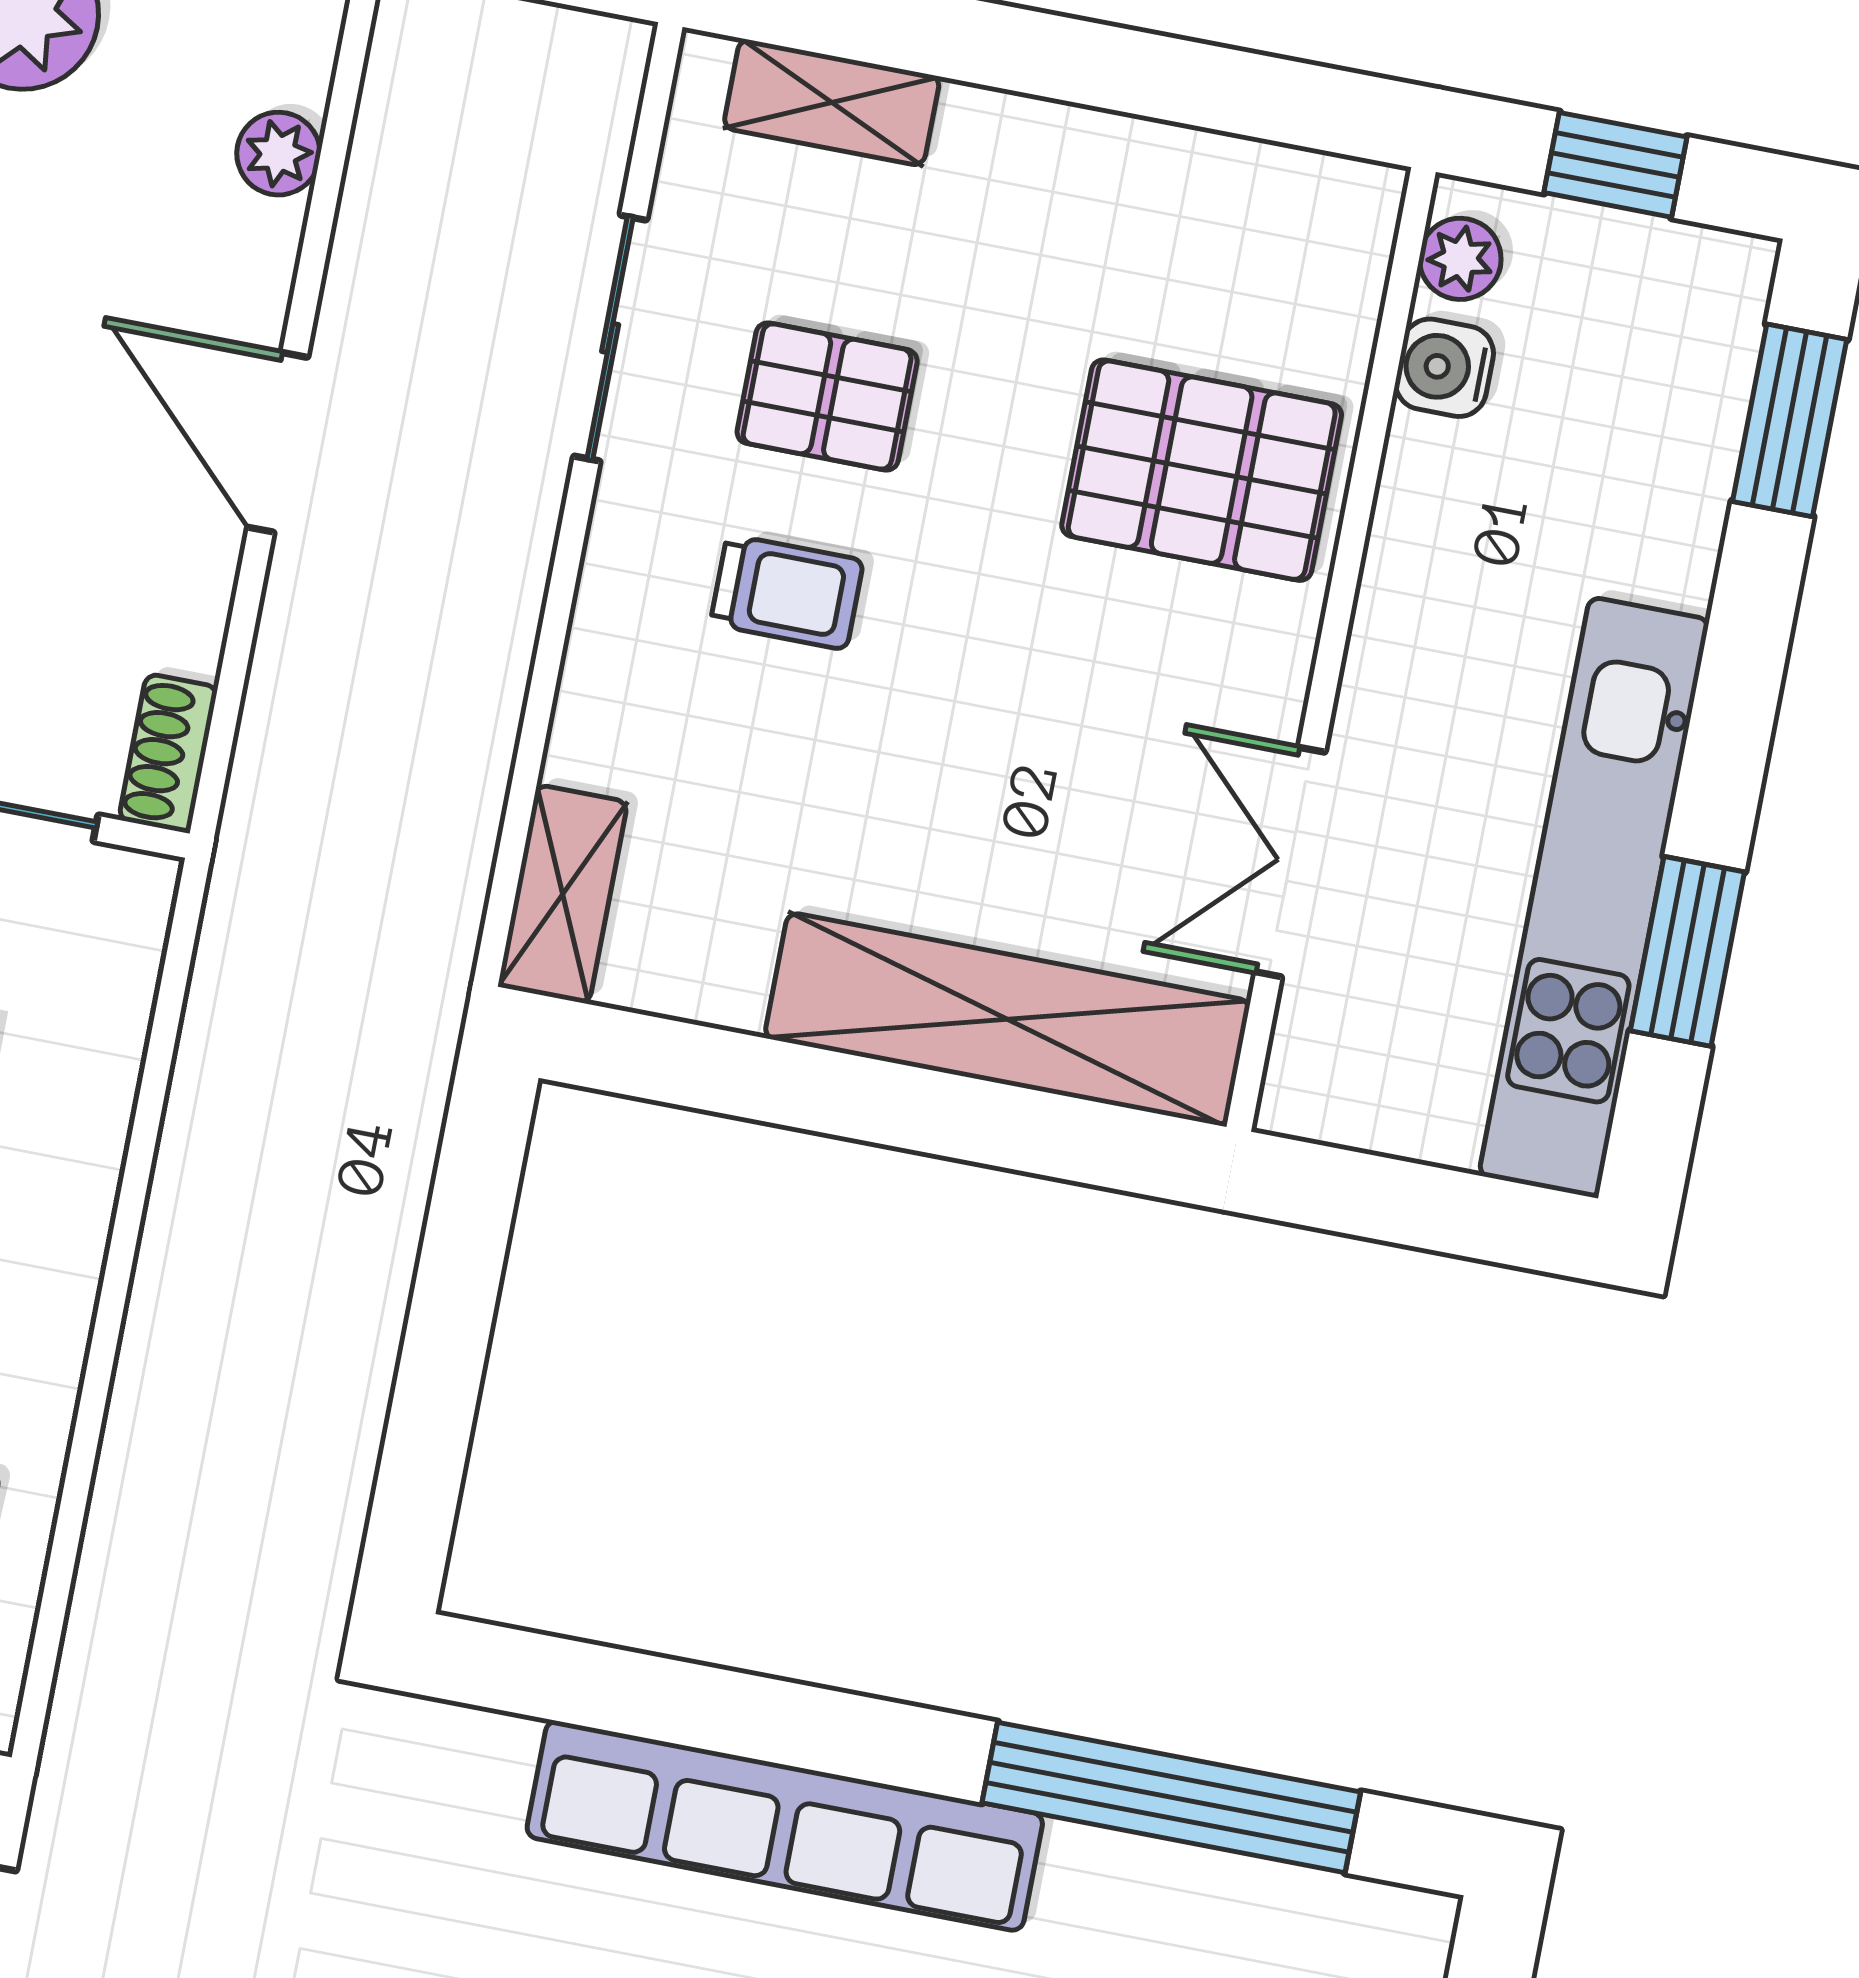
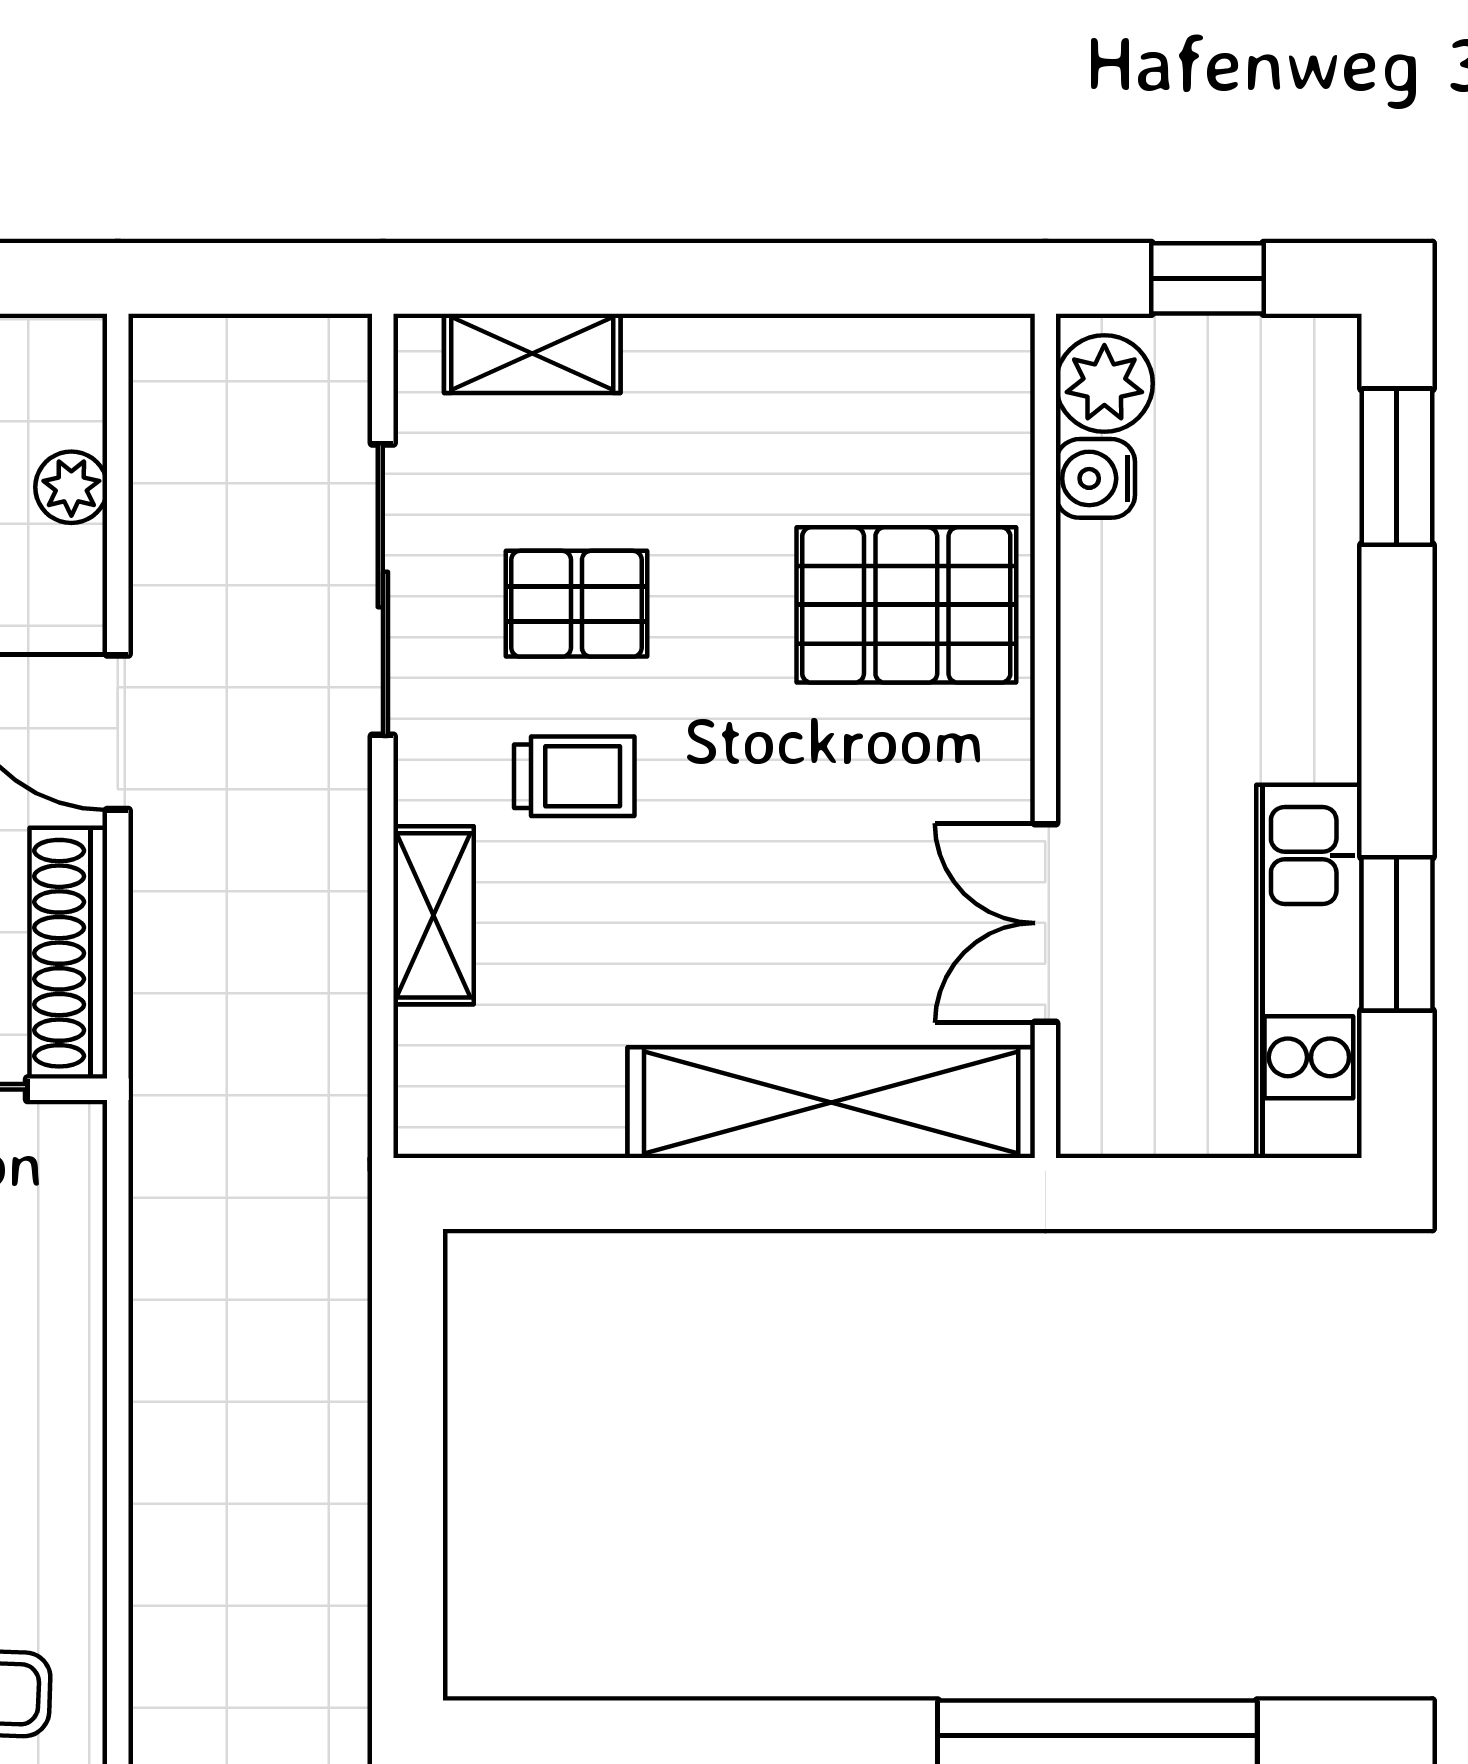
plant: (1460, 259) -> (1104, 383), width x1.38, depth x1.38
sliding door: (610, 338) -> (383, 590), width x1.37
shoe rack: (168, 753) -> (68, 953), width x1.94, depth x1.24
shelving: (563, 894) -> (434, 915), moved
kitchen unit: (1594, 897) -> (1309, 971), width x0.73

